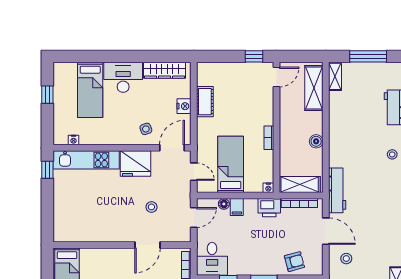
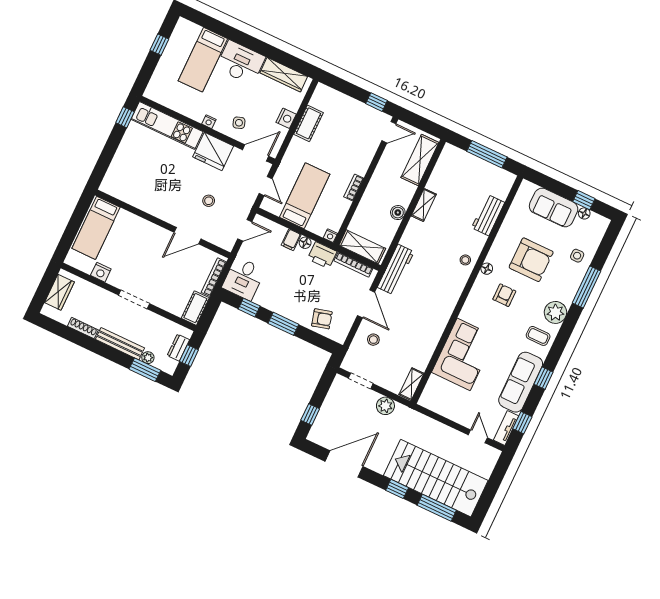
shelving: (335, 76) -> (424, 205), moved
nightstand: (74, 140) -> (209, 122), moved
floor lamp: (224, 204) -> (305, 243), moved

